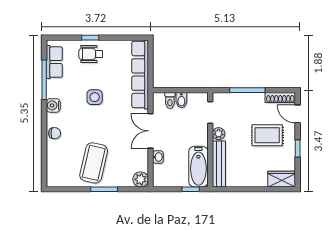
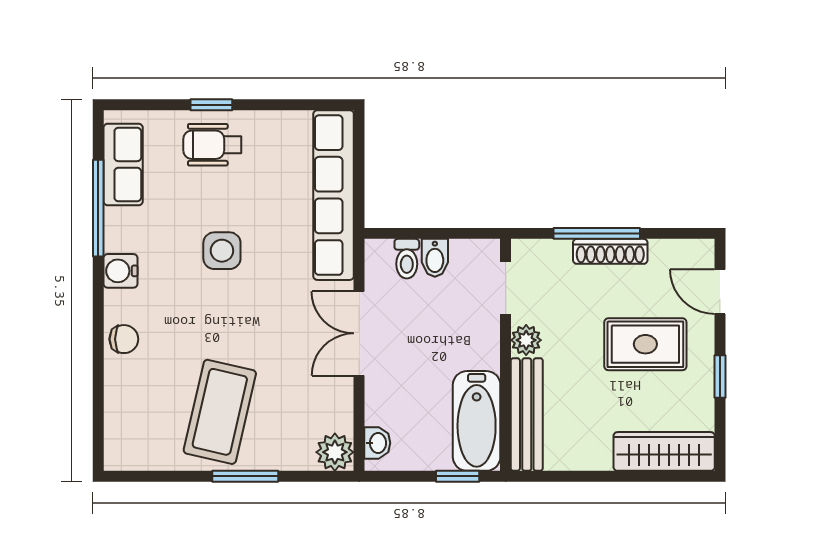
shoe rack: (280, 97) -> (610, 251), moved
washbasin: (158, 157) -> (377, 443), moved
wardrobe: (282, 179) -> (664, 451), width x1.50

